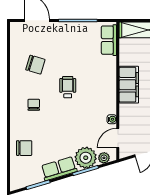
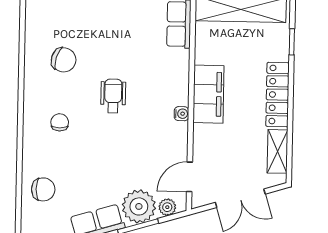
water cooler: (112, 119) -> (181, 114), moved

